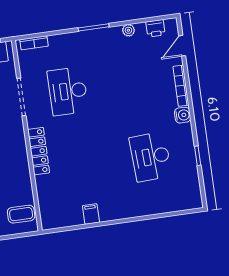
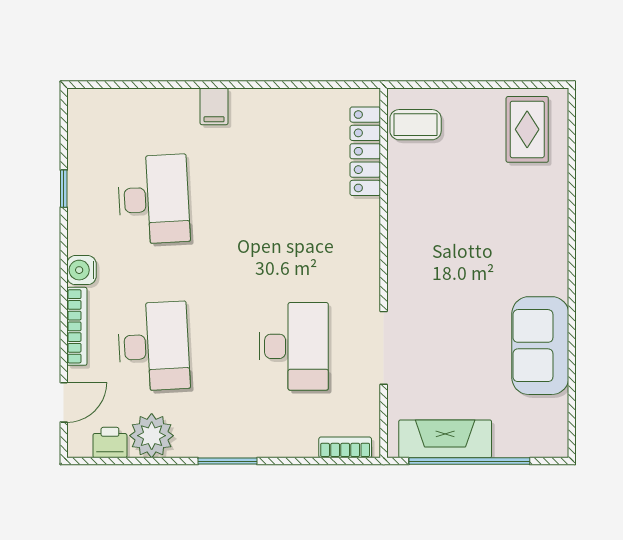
plant: (128, 30) -> (152, 436), width x1.88, depth x1.88
desk: (140, 81) -> (154, 346), added
locker: (39, 151) -> (365, 151), moved
filing cabinet: (91, 214) -> (214, 106), moved

